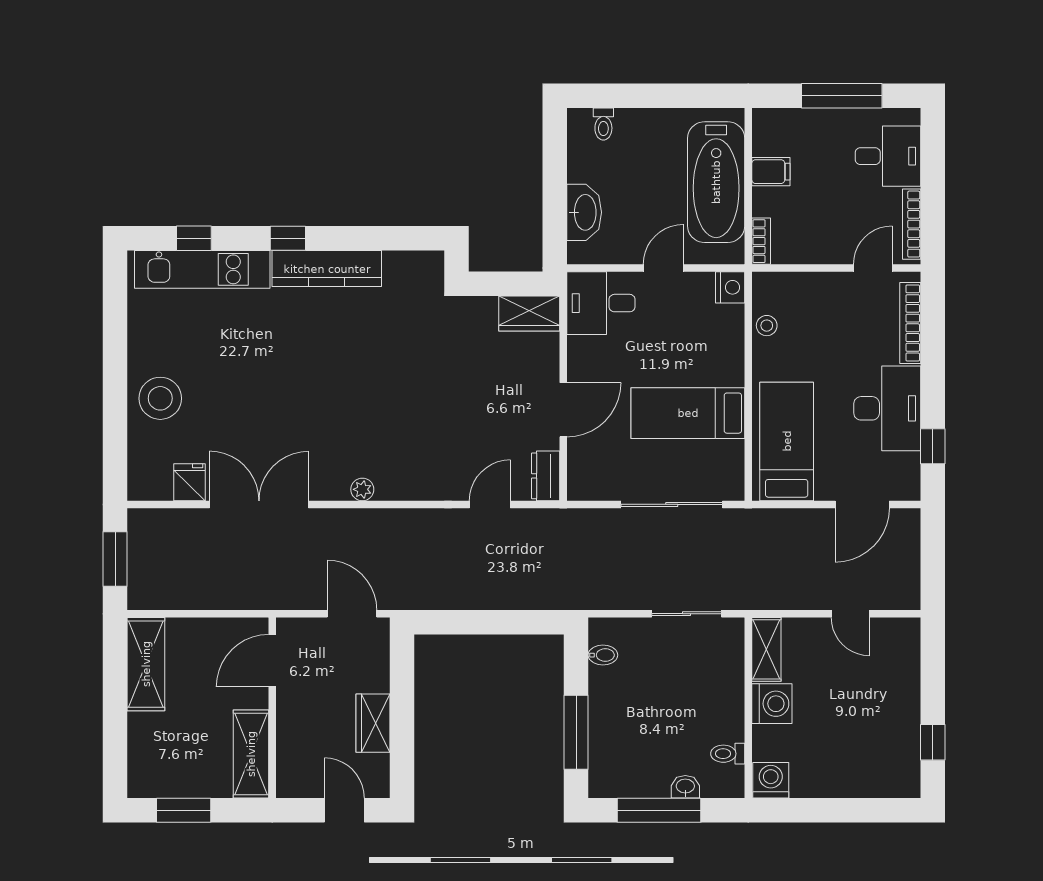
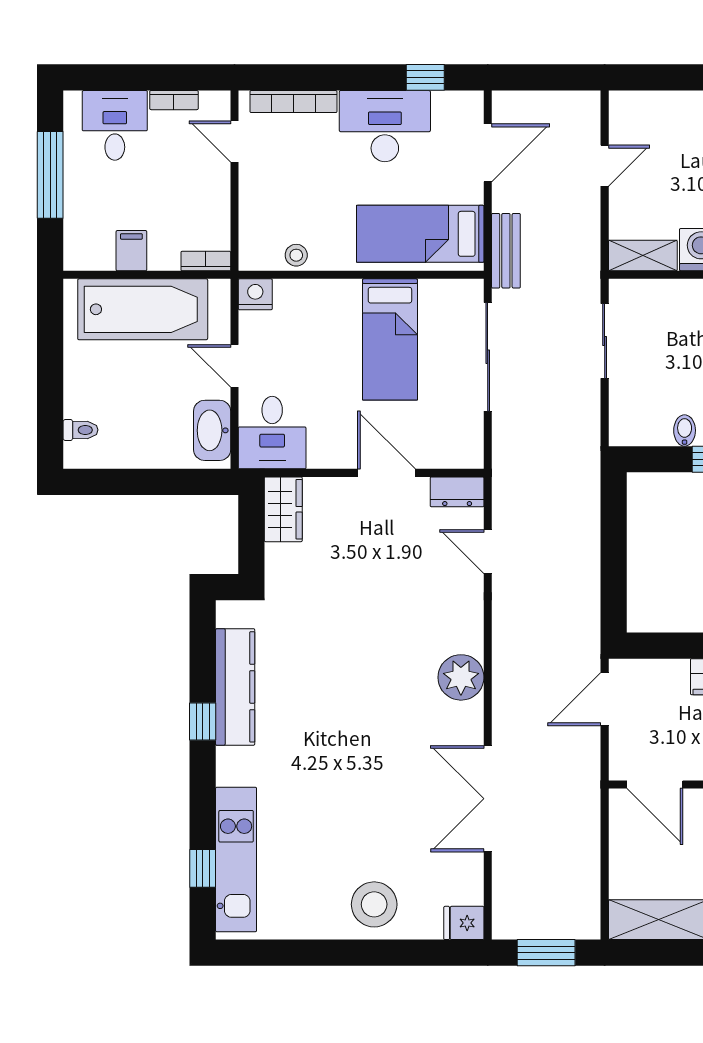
washbasin: (584, 212) -> (212, 430), moved, turned -90
bookcase: (912, 224) -> (174, 100), width x0.64
window: (288, 238) -> (203, 721), moved
kitchen counter: (327, 269) -> (235, 687), moved
fridge: (189, 482) -> (464, 923), moved
plant: (362, 489) -> (461, 677), width x1.88, depth x1.88
door: (862, 504) -> (488, 153), hinge flipped
bench: (771, 521) -> (506, 251), added
bidet: (603, 655) -> (685, 430), moved

